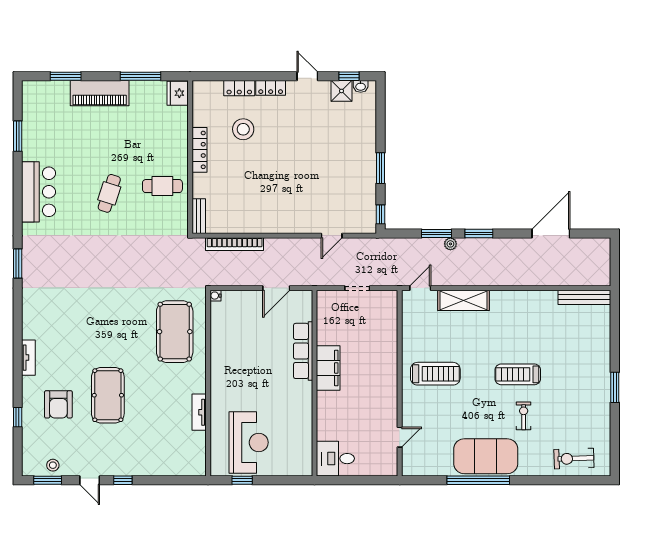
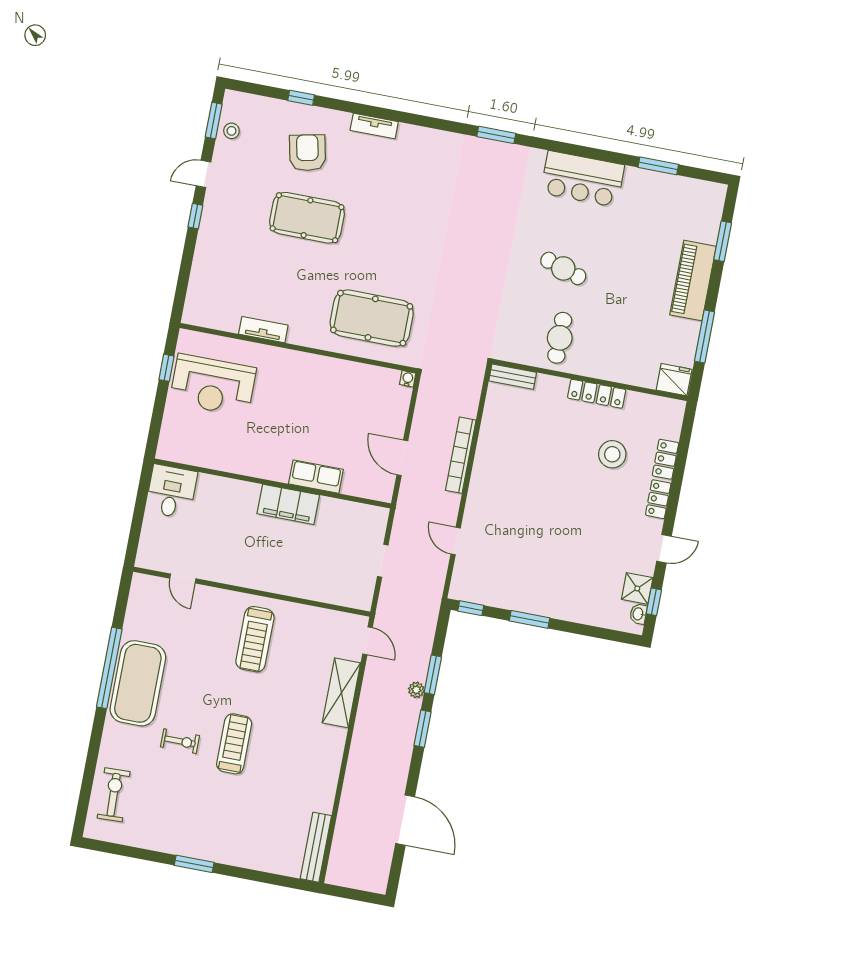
bookcase: (235, 244) -> (461, 455), moved
row of seats: (303, 351) -> (316, 477), width x0.68
armchair: (58, 404) -> (307, 153), turned 78

